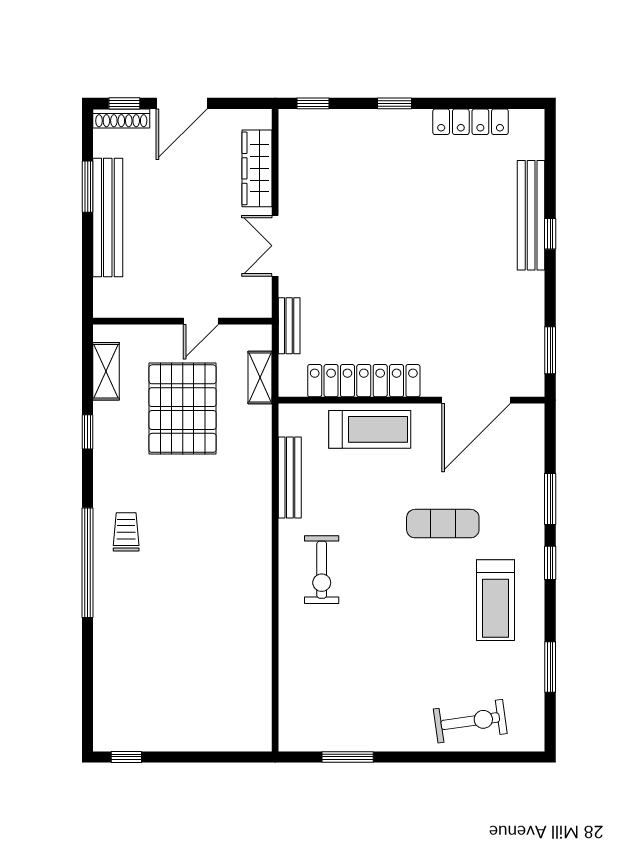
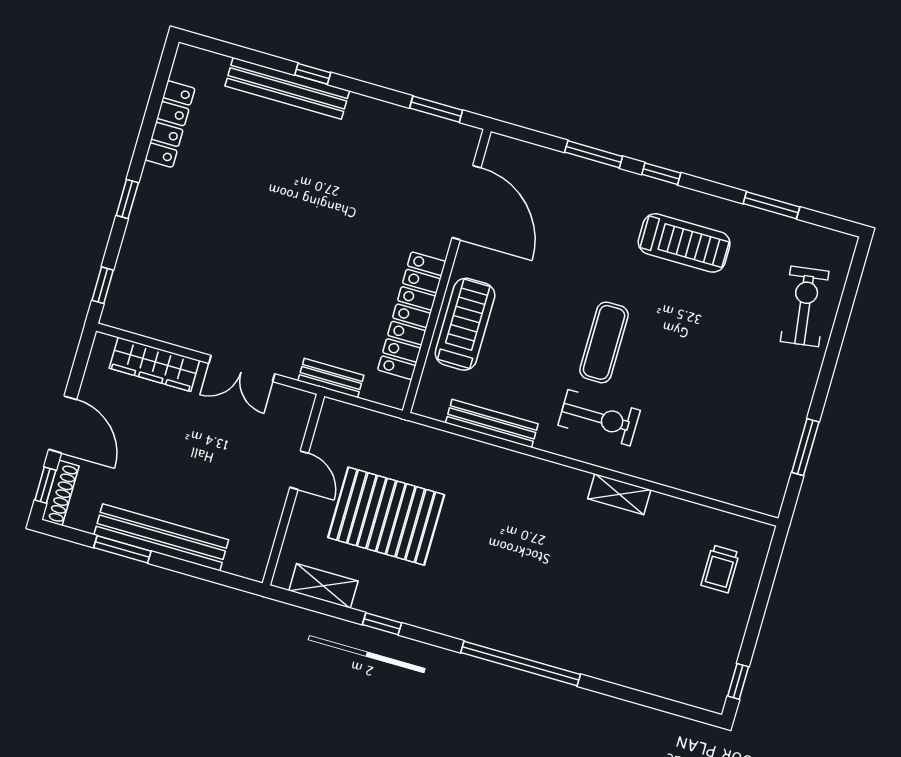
shelving: (260, 378) -> (619, 494), moved
exercise mat: (443, 524) -> (604, 342), moved
trolley: (126, 532) -> (720, 569), moved, turned -90

